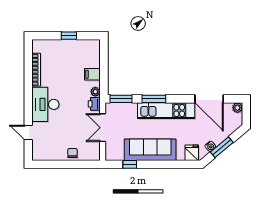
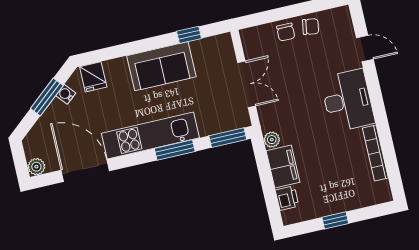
filing cabinet: (92, 74) -> (283, 167), width x2.00
printer: (94, 104) -> (287, 198), moved
sofa: (150, 150) -> (161, 66), width x0.73
chair: (57, 153) -> (311, 27), added

